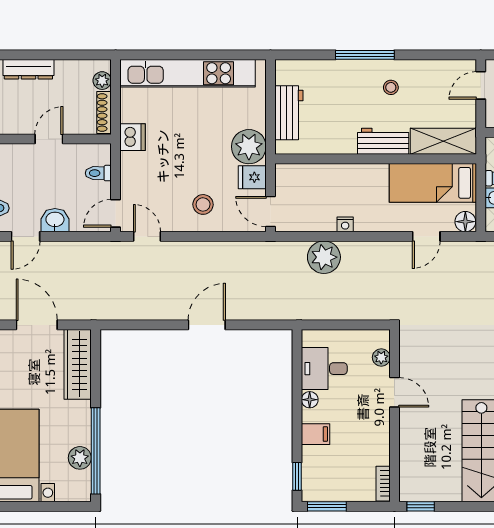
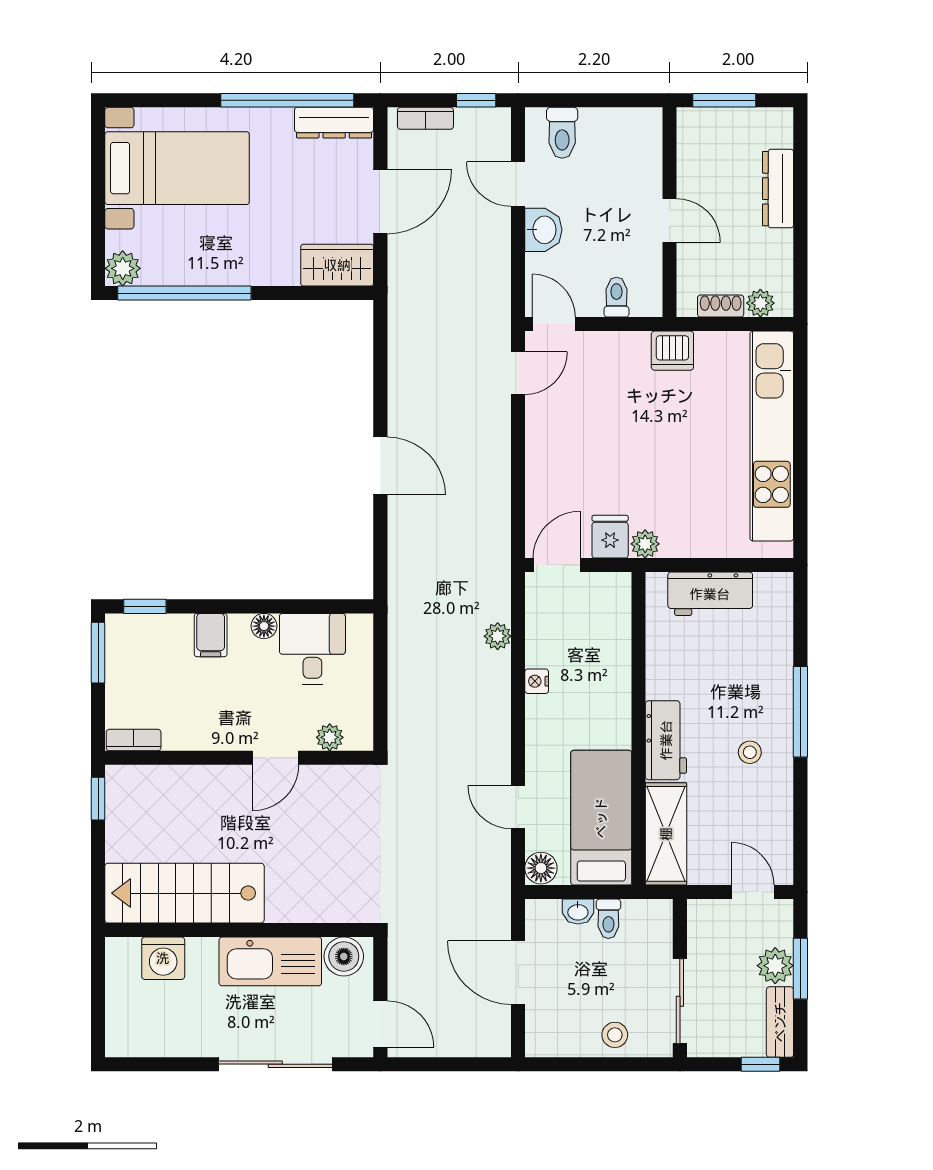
shoe rack: (104, 112) -> (721, 306), width x0.70
plant: (249, 147) -> (645, 544), width x0.53, depth x0.53
stool: (203, 204) -> (568, 460), removed
plant: (324, 257) -> (498, 636), width x0.53, depth x0.53
wardrobe: (78, 364) -> (337, 265), width x0.67
plant: (80, 458) -> (123, 268), moved

